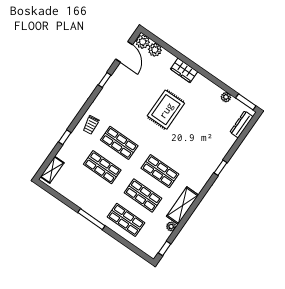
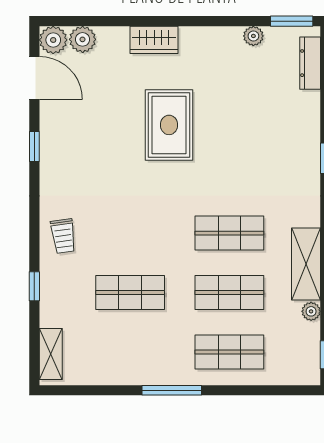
shop shelf: (119, 143) -> (130, 233), removed

